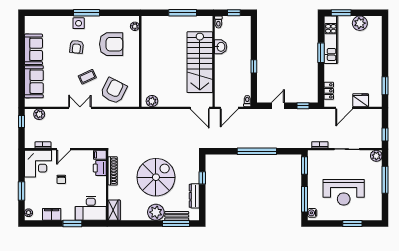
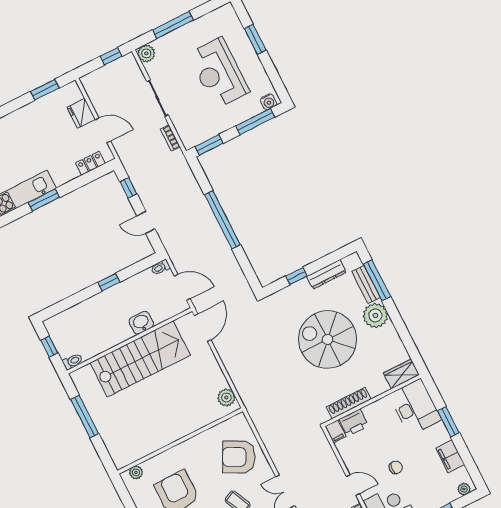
washbasin: (221, 47) -> (141, 323), moved
reception desk: (344, 192) -> (219, 73), turned 180

